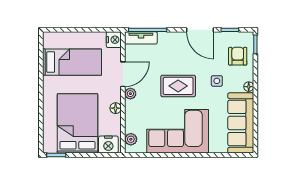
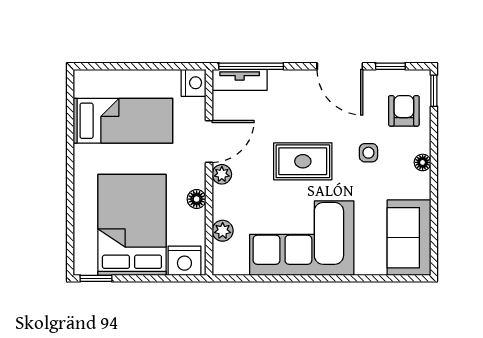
sofa: (241, 123) -> (409, 238), width x0.73
plant: (131, 139) -> (223, 231), moved

